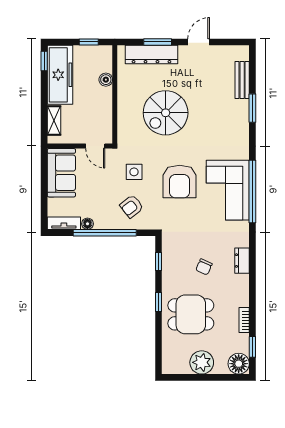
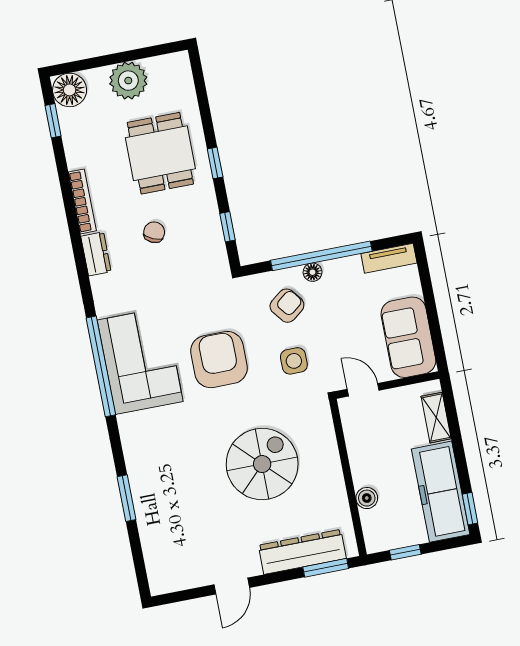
window: (158, 42) -> (326, 568), moved
bench: (242, 80) -> (151, 539), removed
floor lamp: (87, 224) -> (312, 272), moved
dining table: (191, 314) -> (160, 153), turned 90
bookcase: (244, 320) -> (82, 201), moved, width x1.56

